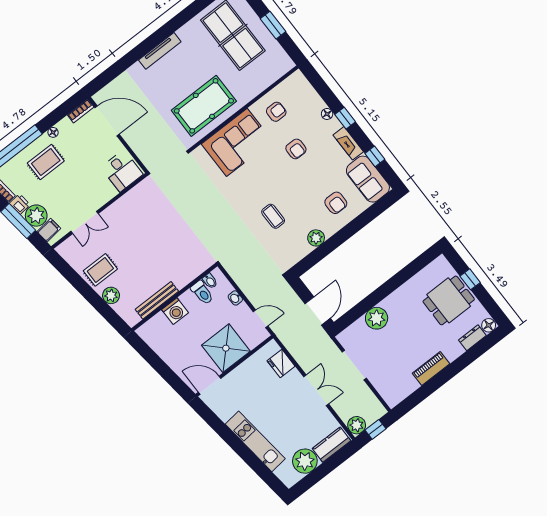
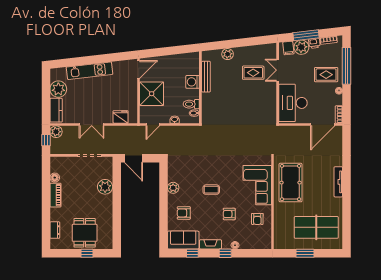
rug: (46, 162) -> (326, 75), turned 90
desk: (122, 171) -> (293, 103), width x1.87, depth x1.30
coffee table: (273, 216) -> (211, 190), moved
rug: (100, 270) -> (253, 73), moved, turned 90
floor lamp: (489, 325) -> (55, 178), moved

